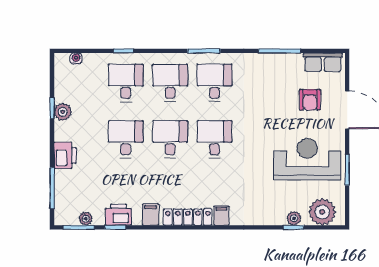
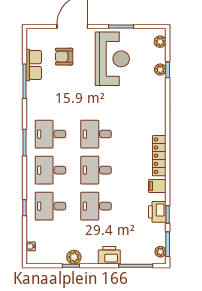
row of seats: (323, 62) -> (34, 65), moved
armchair: (310, 100) -> (64, 57), turned 180
reception desk: (307, 159) -> (112, 59), turned 180
plant: (322, 212) -> (160, 42), width x0.53, depth x0.53
filing cabinet: (221, 216) -> (158, 128), removed
plant: (86, 219) -> (161, 252), moved

